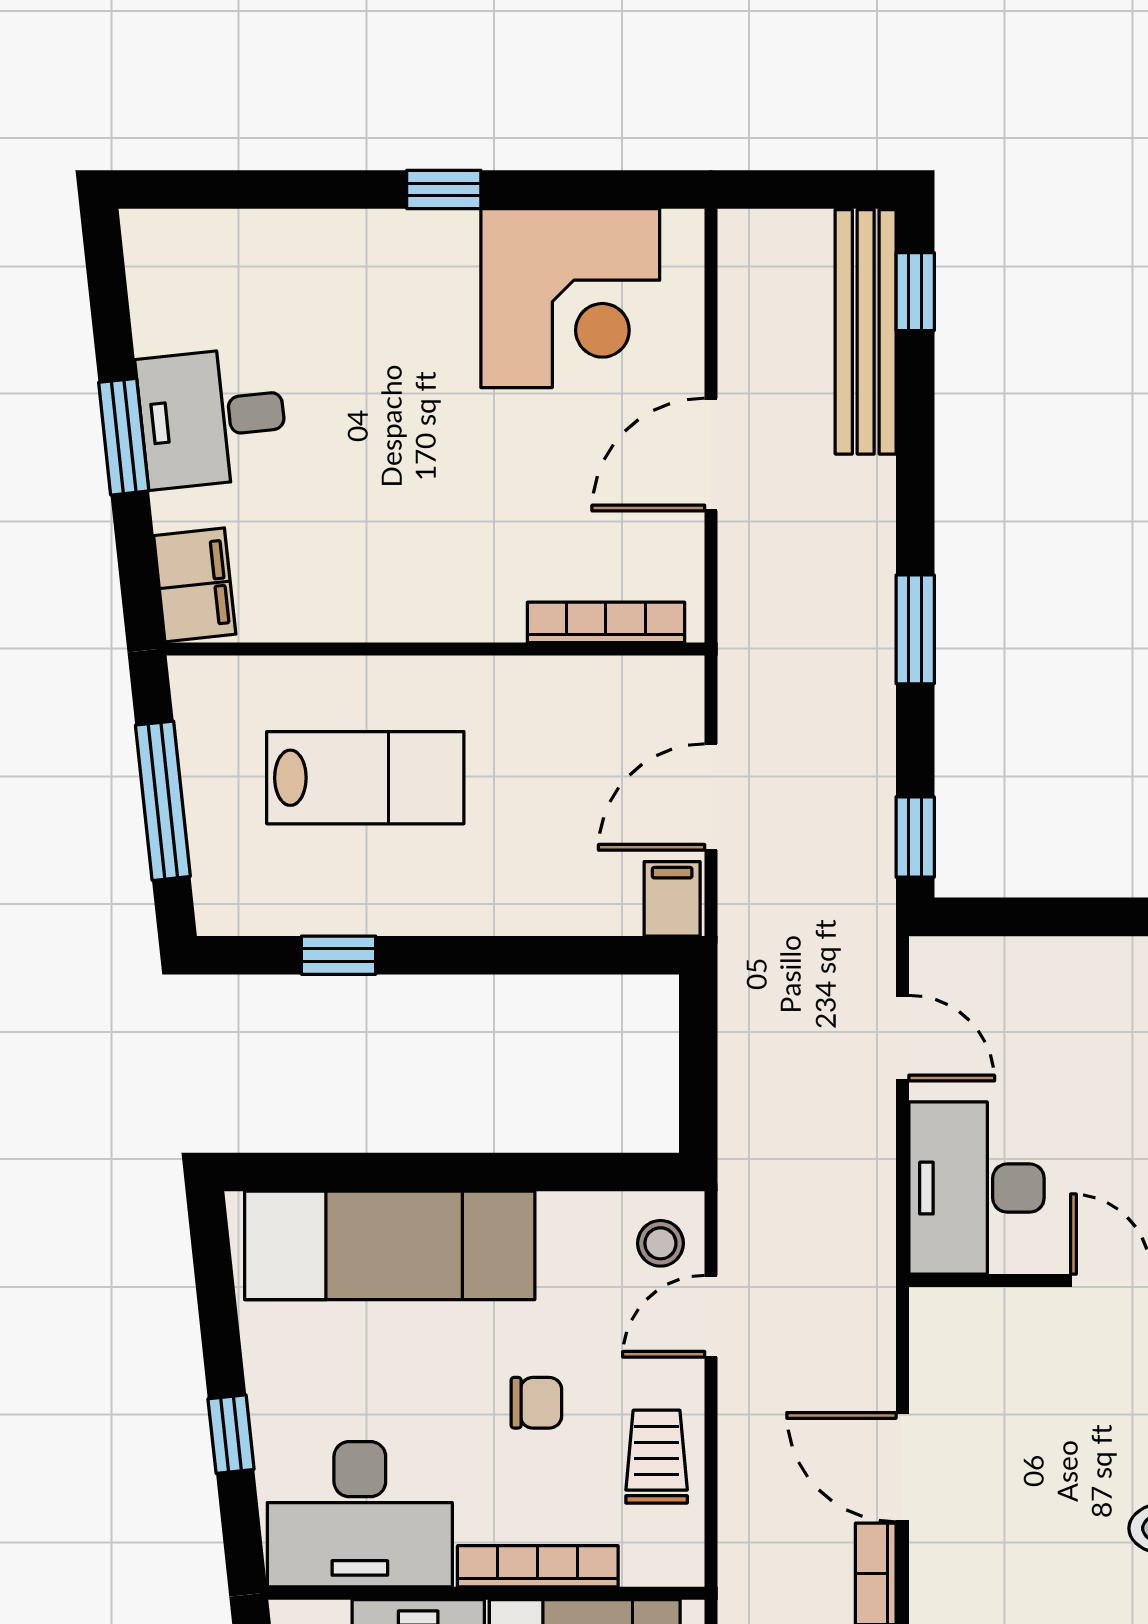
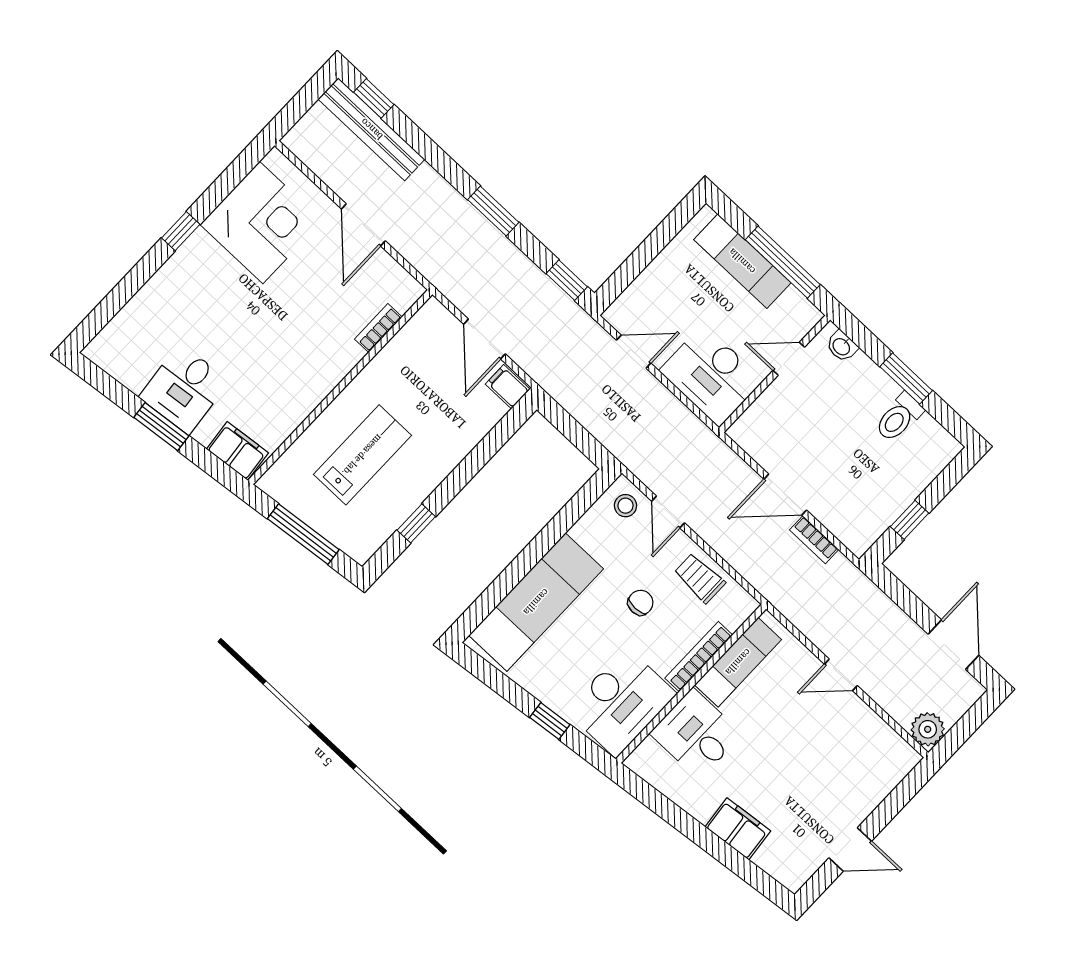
bookcase: (606, 622) -> (378, 328), width x0.64

